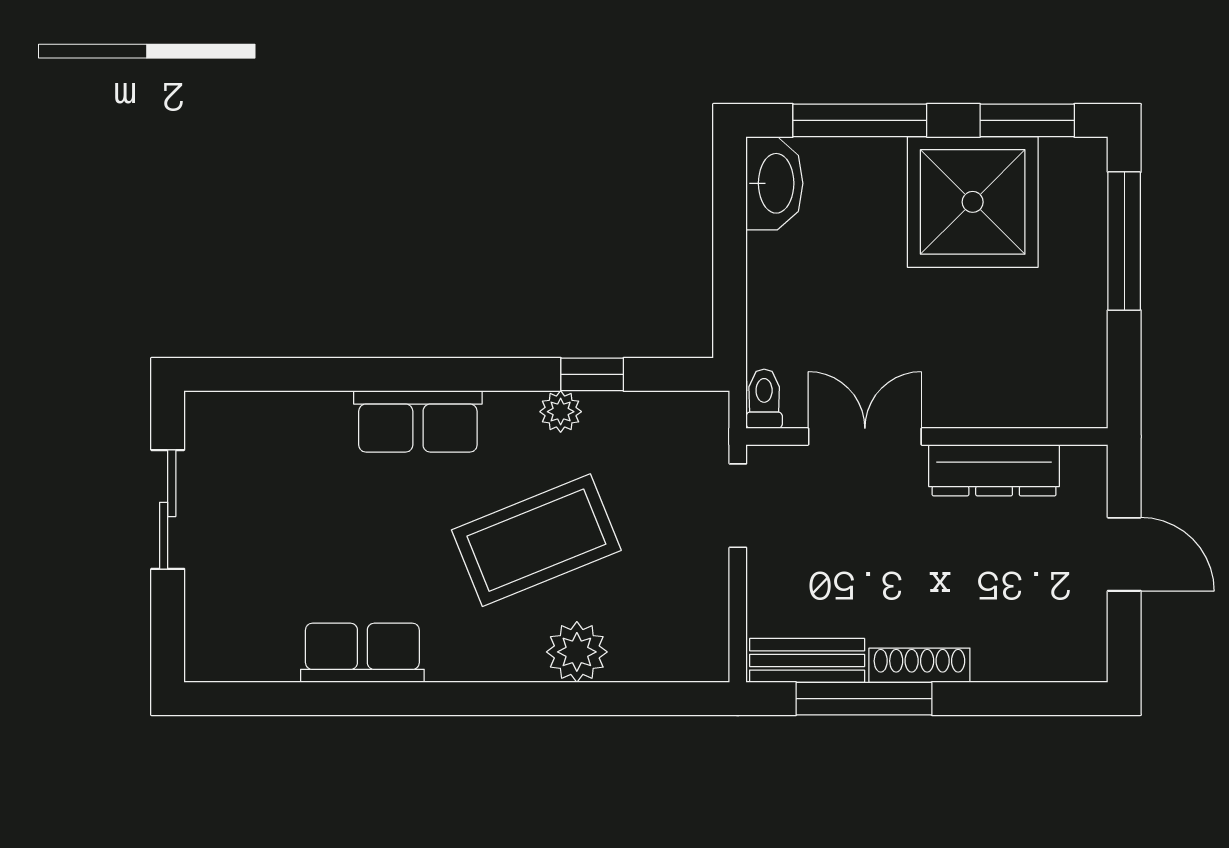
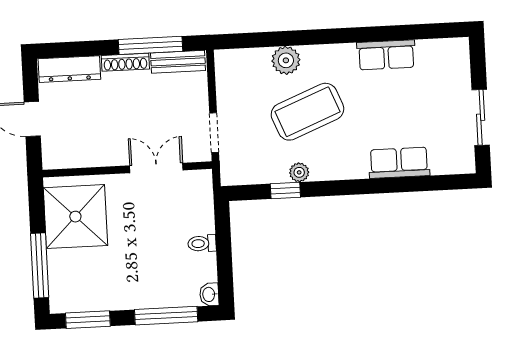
washbasin: (774, 183) -> (209, 294), width x0.52, depth x0.69
shower: (973, 202) -> (75, 217), moved
toilet: (764, 399) -> (202, 243), moved, turned 90
row of seats: (418, 421) -> (399, 163), moved
double door: (865, 437) -> (156, 168), swing flipped
dresser: (994, 470) -> (69, 69), moved, turned 180

